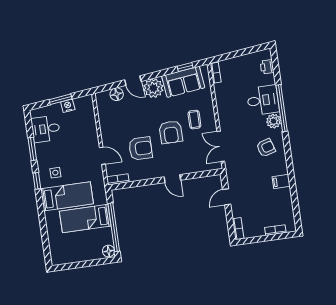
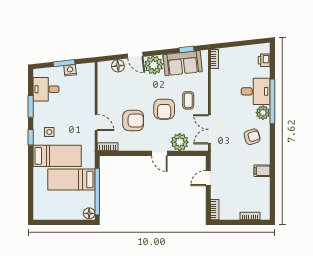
plant: (192, 164) -> (180, 142), added

